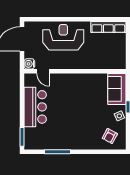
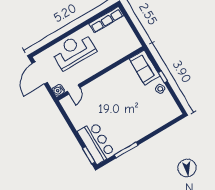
door: (43, 71) -> (74, 89), hinge flipped
bar counter: (35, 107) -> (96, 143), moved
armchair: (110, 136) -> (162, 111), removed

